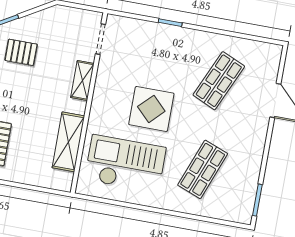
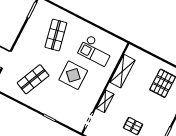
checkout: (125, 164) -> (96, 50), width x0.73, depth x0.83
shop shelf: (203, 169) -> (56, 35), turned -33

